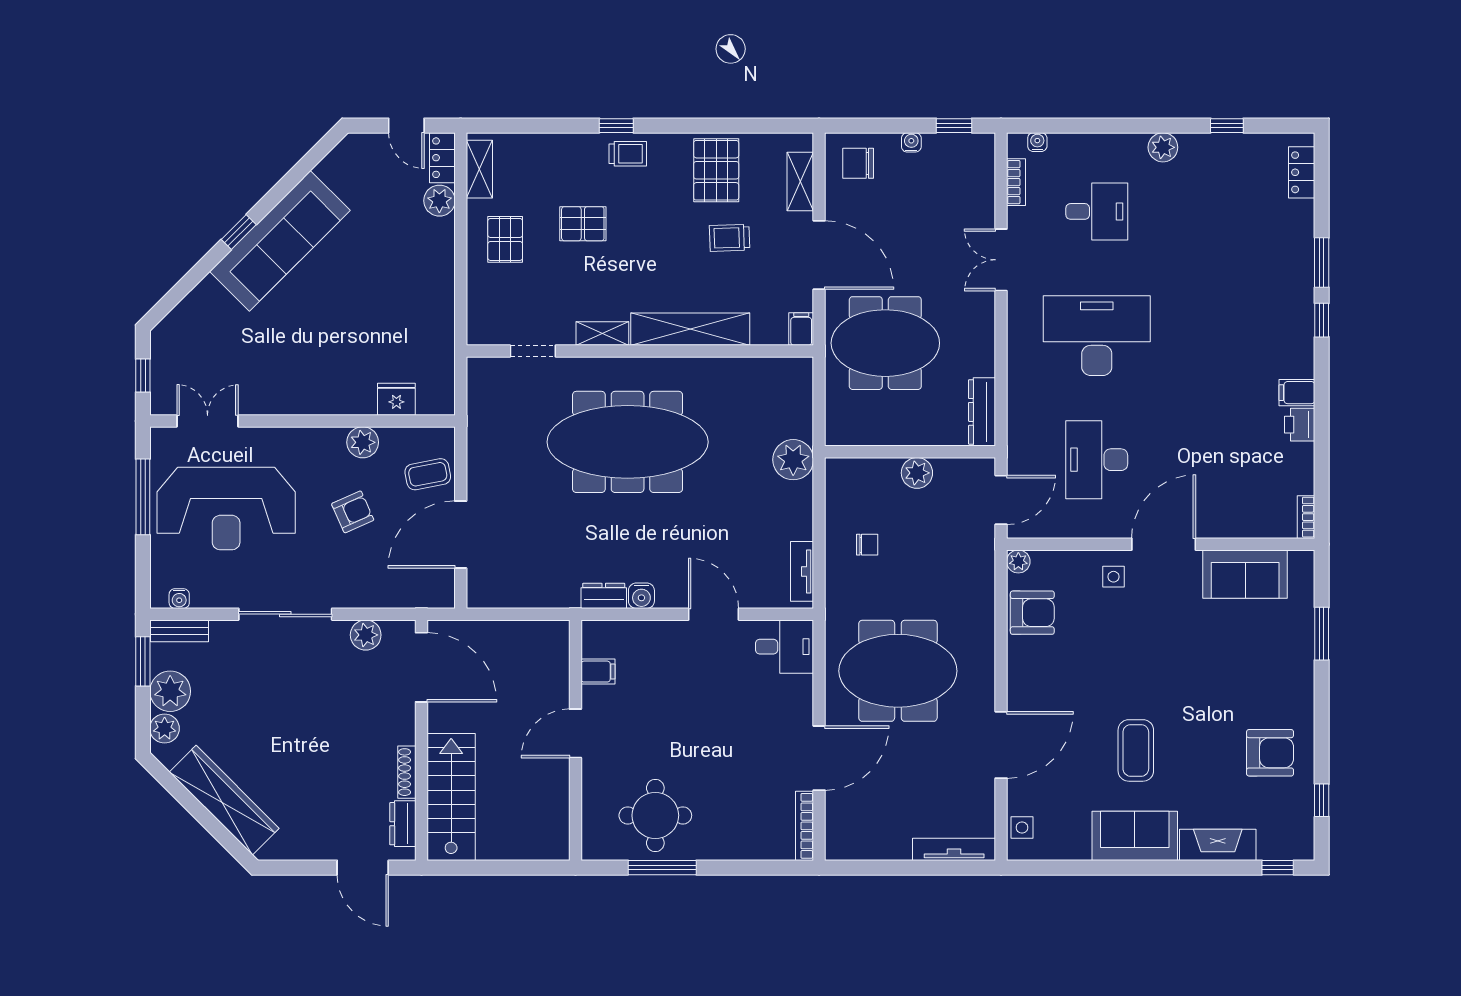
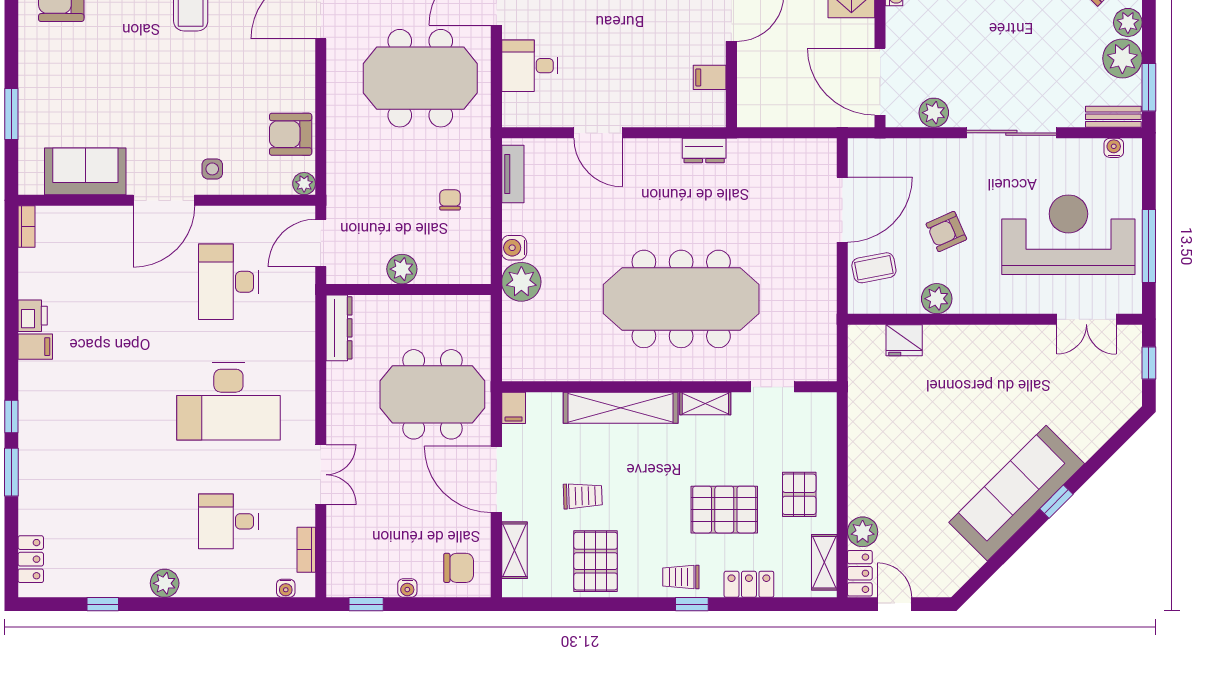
locker: (557, 146) -> (749, 584), added
pallet: (583, 224) -> (724, 510), width x1.50, depth x1.42
desk: (1097, 460) -> (228, 282), turned 180
chair: (867, 545) -> (450, 200), turned 90
water cooler: (641, 596) -> (514, 248), moved, turned -90
desk: (785, 647) -> (530, 66), moved

